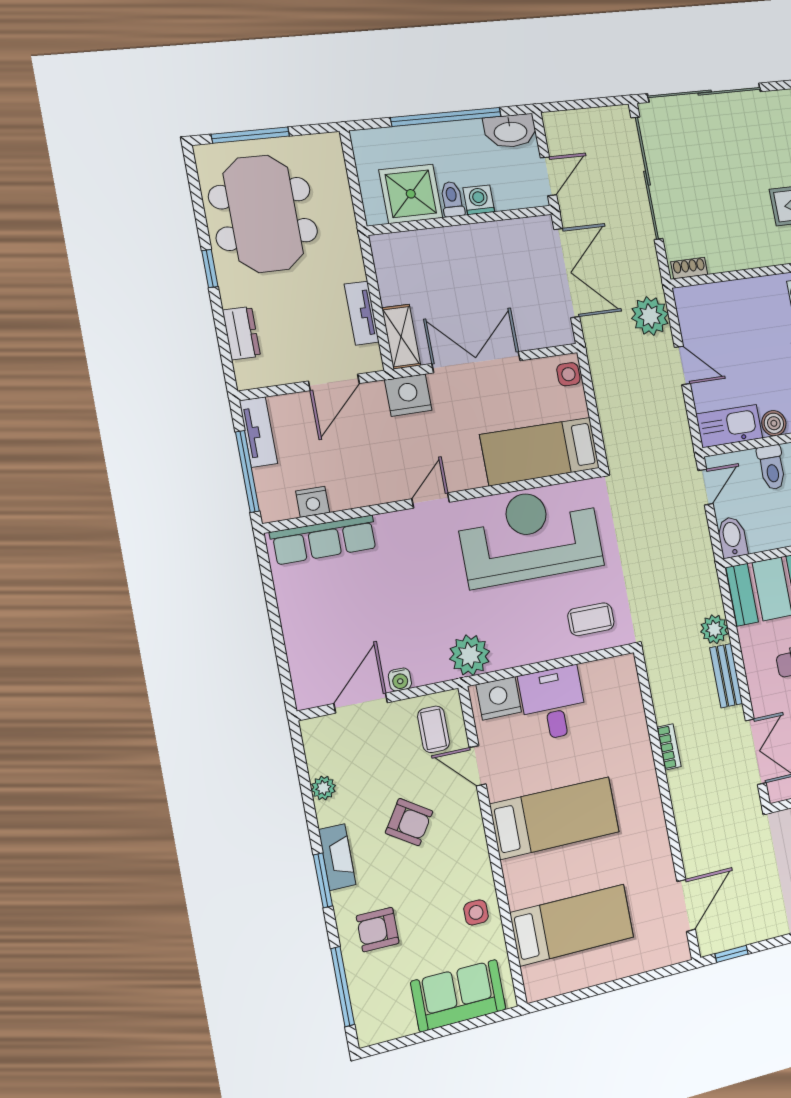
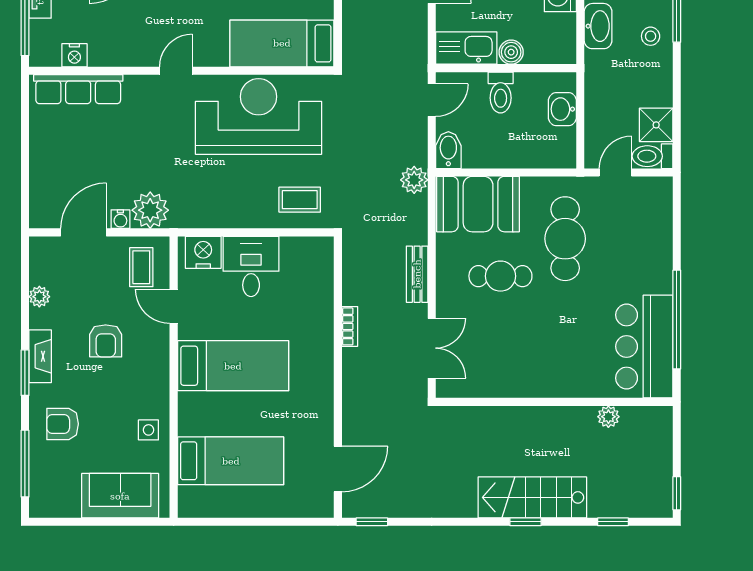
plant: (714, 629) -> (414, 180), moved
plant: (470, 655) -> (150, 210), moved
armchair: (409, 822) -> (106, 341), turned 57

